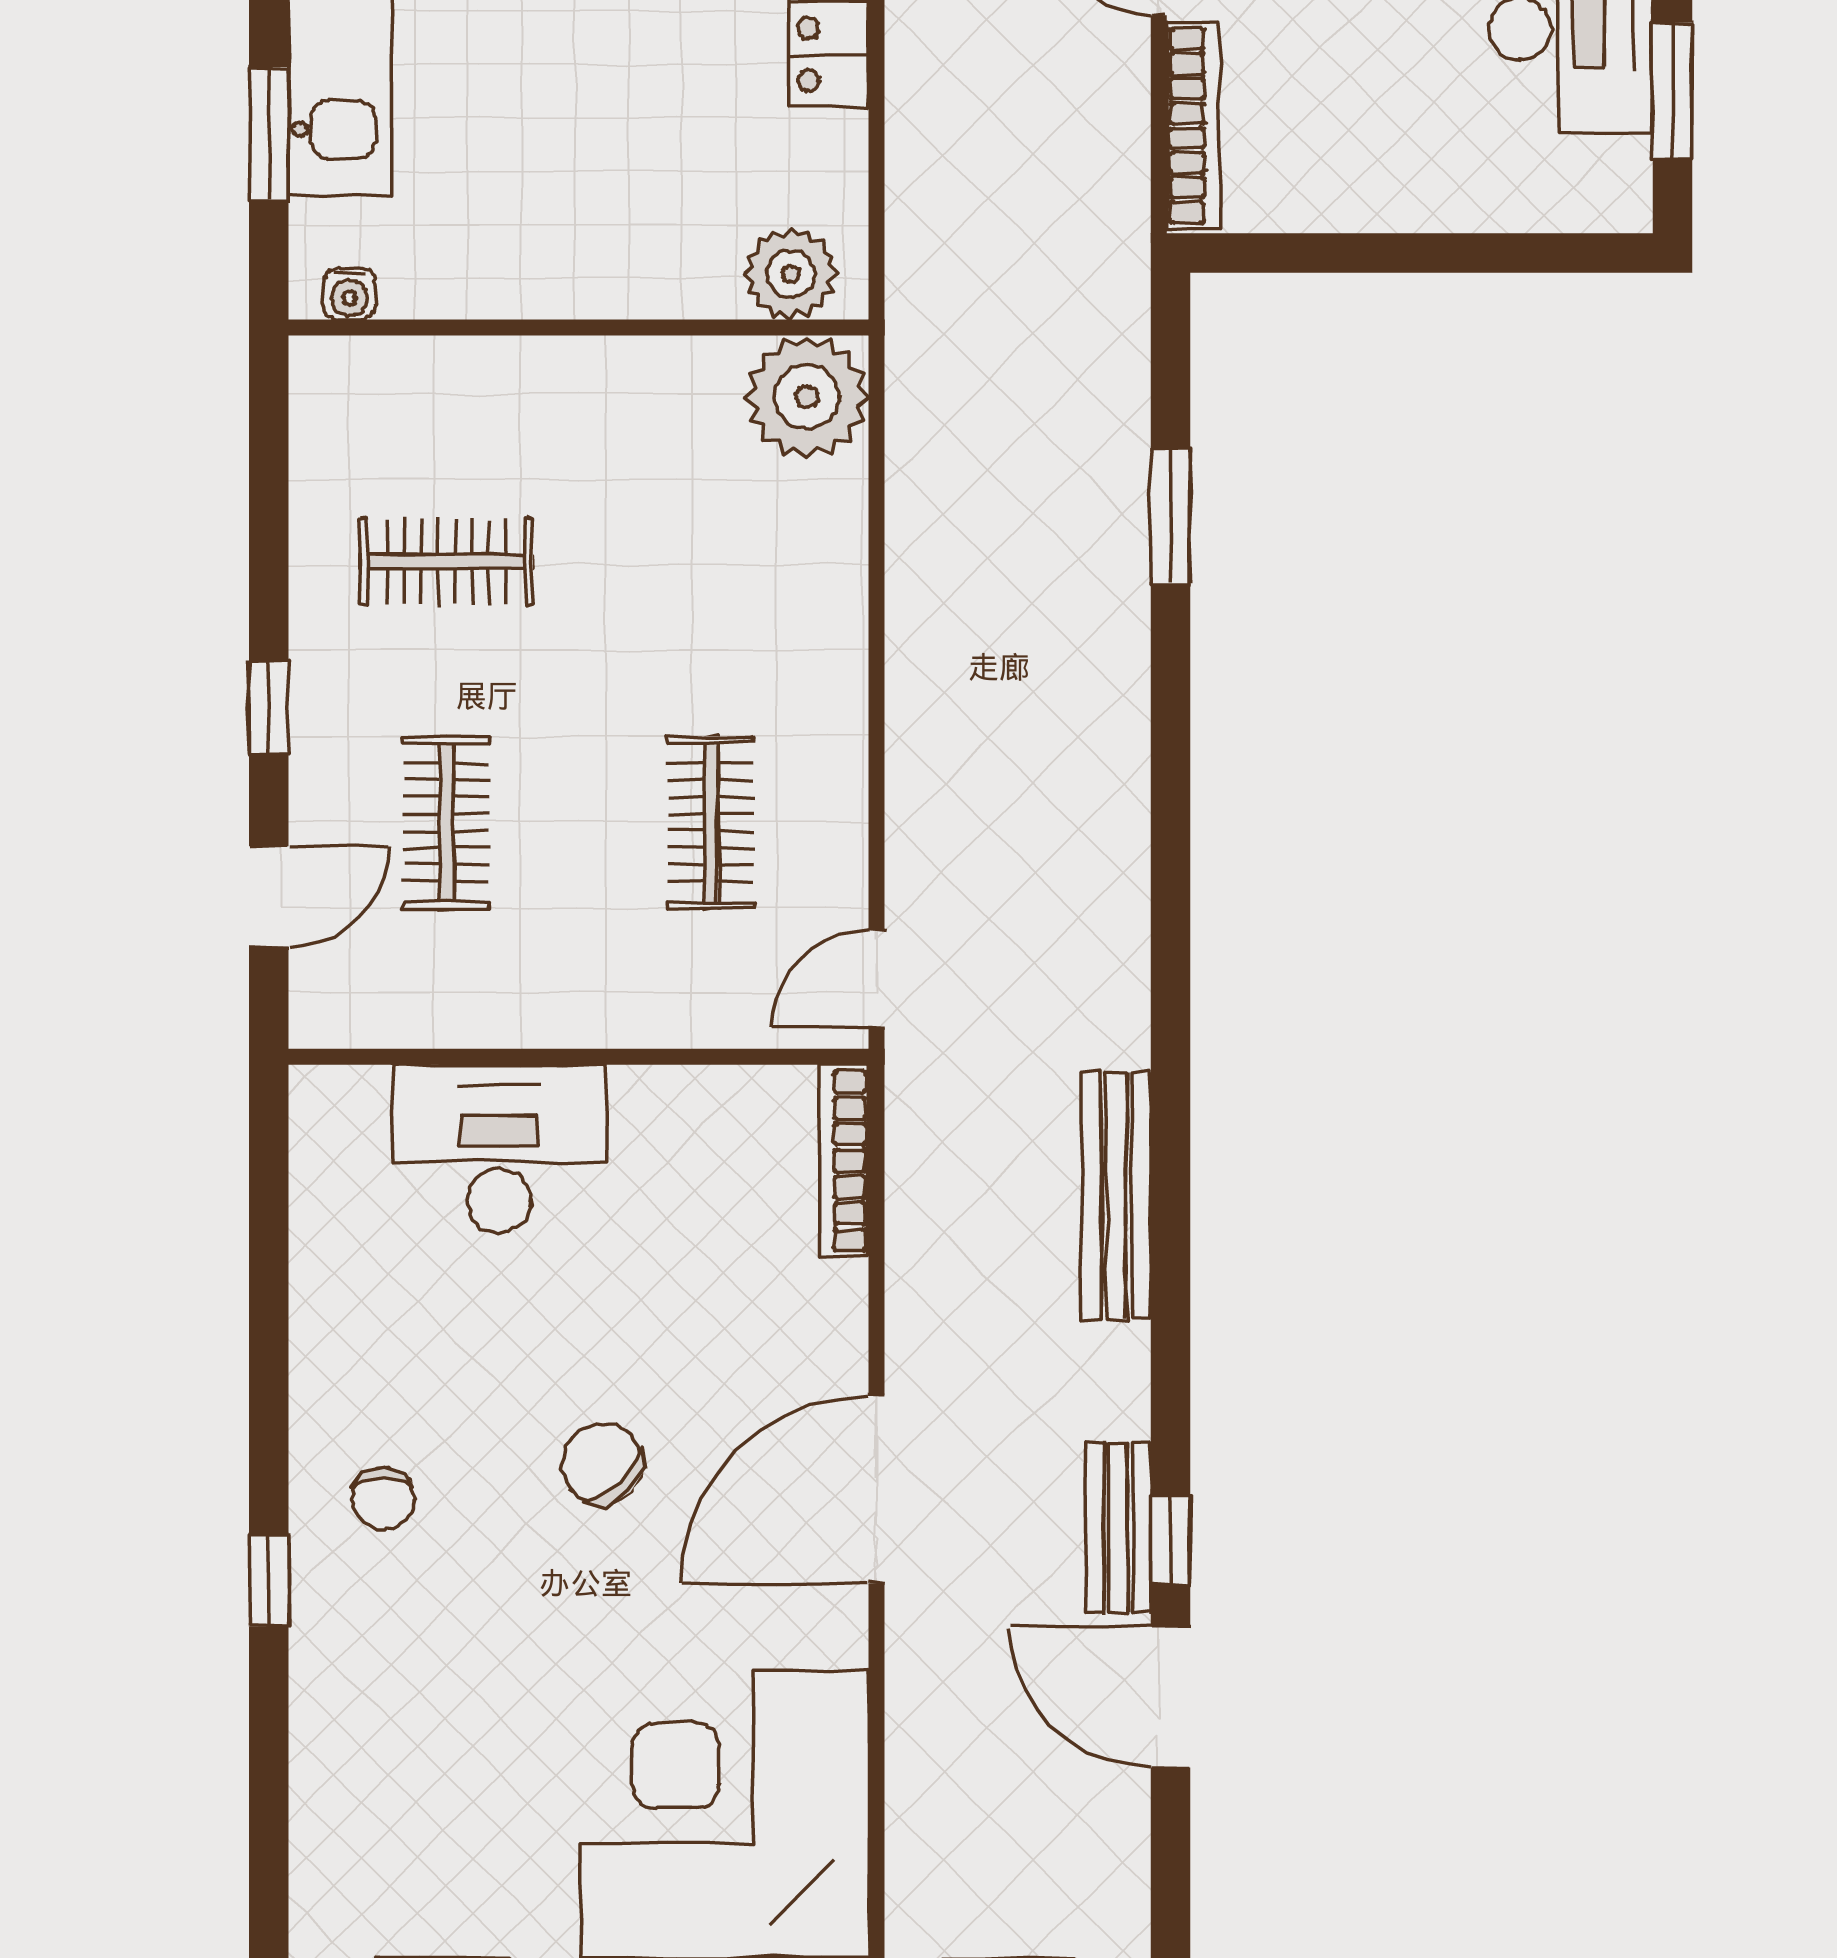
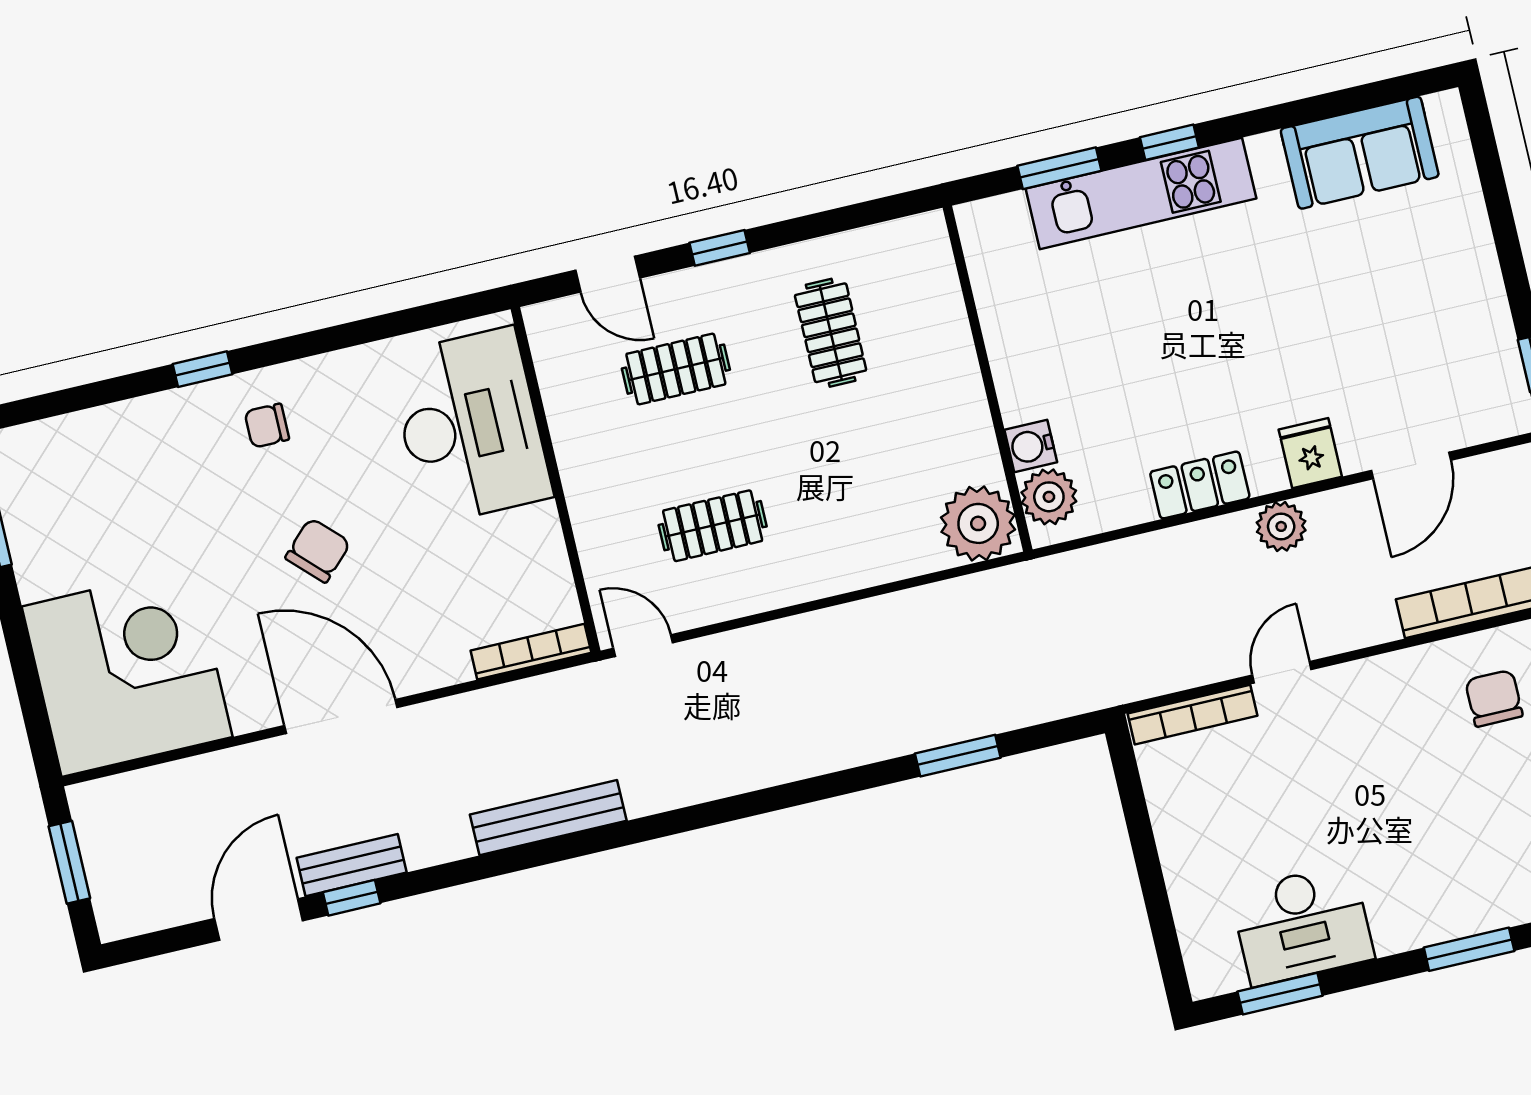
water cooler: (350, 294) -> (1031, 446), moved, width x1.38, depth x1.38
desk: (499, 1149) -> (470, 426), width x1.36, depth x1.30

